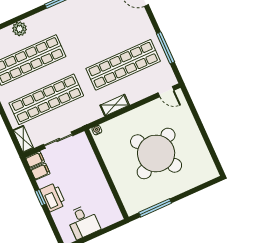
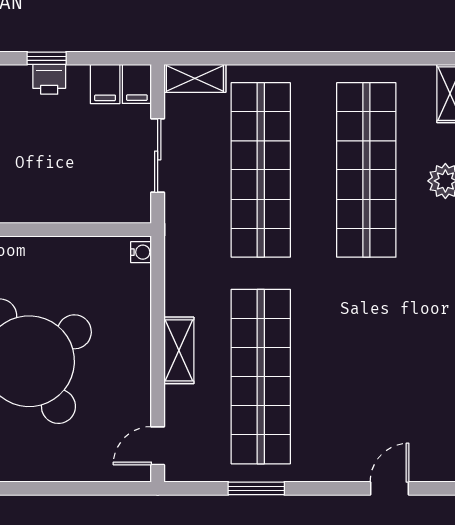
window: (165, 48) -> (256, 488), width x0.69
shelving: (115, 105) -> (179, 350), moved
printer: (53, 197) -> (49, 79), width x0.53, depth x0.68

